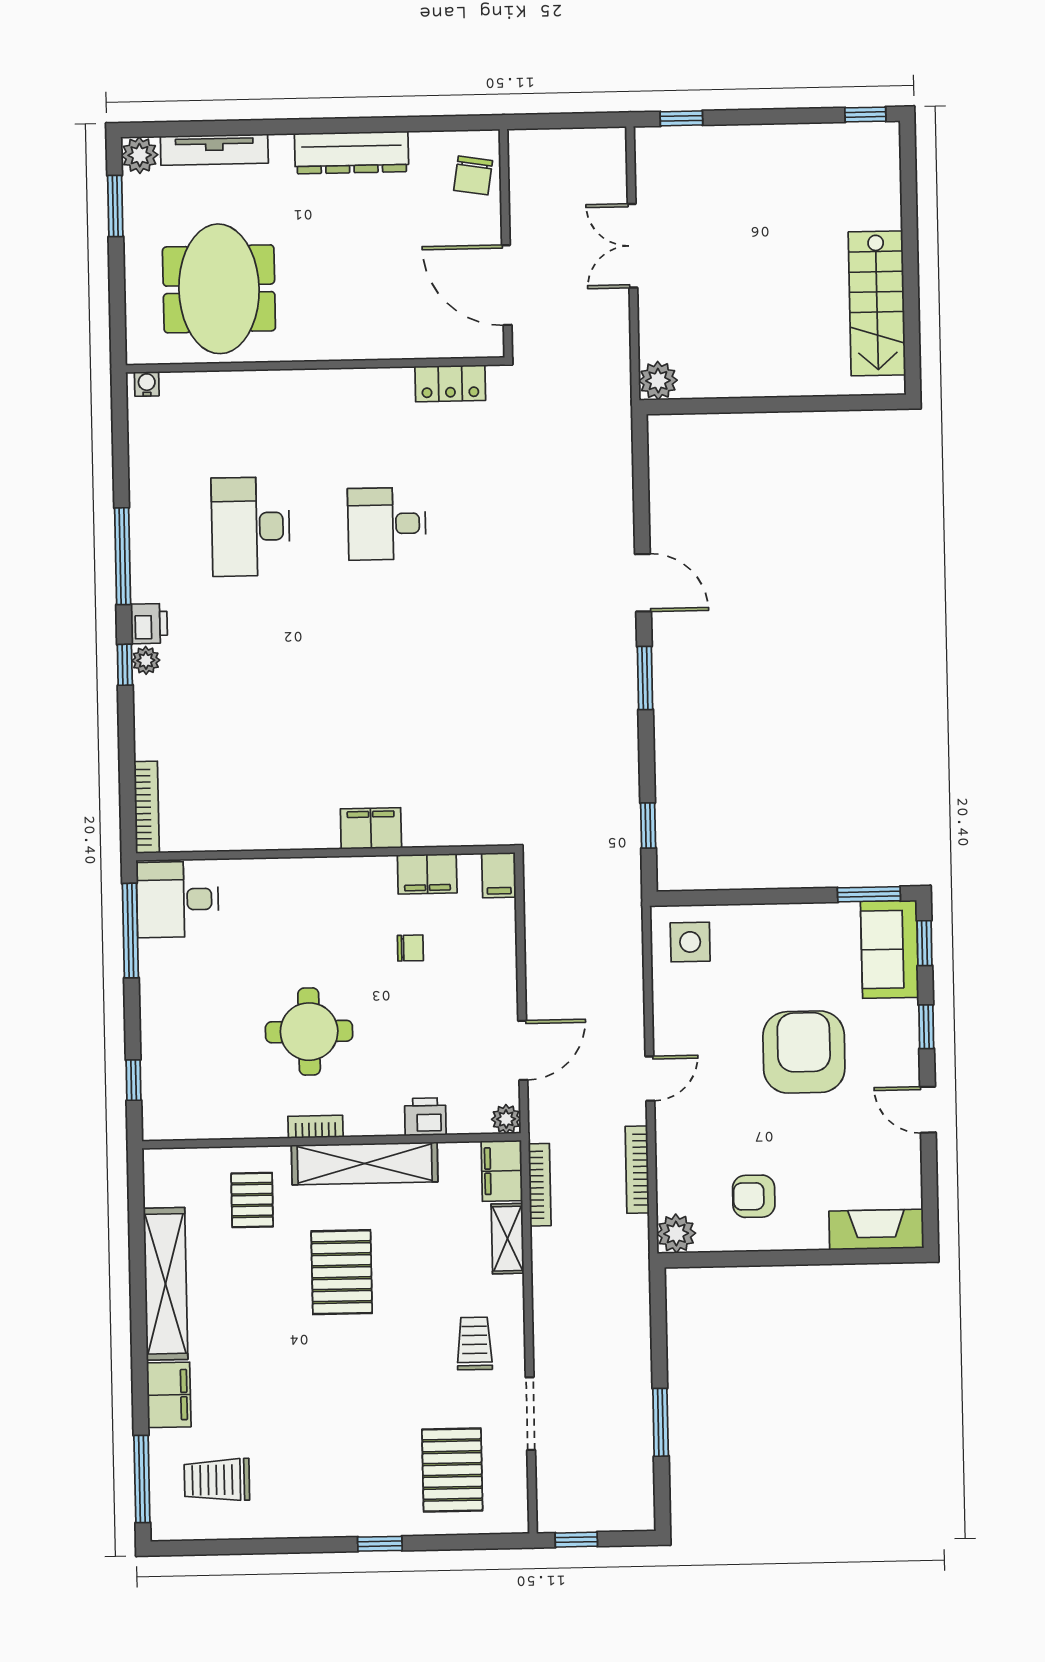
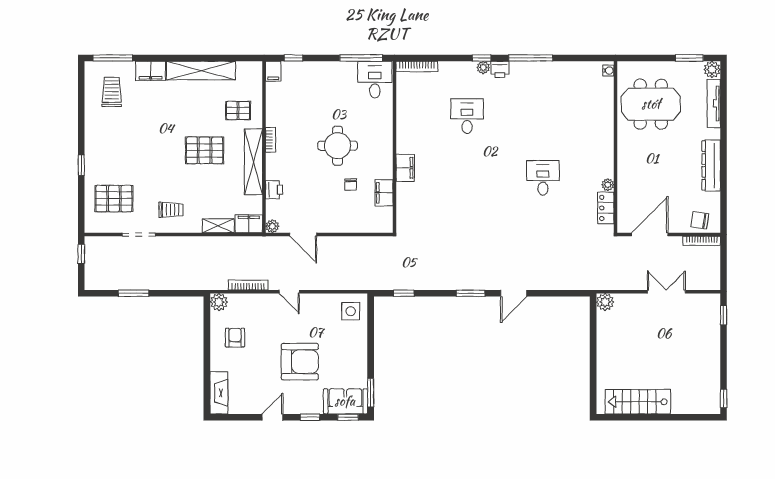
plant: (399, 380) -> (608, 185), added
desk: (250, 527) -> (467, 116), moved, width x0.73
filing cabinet: (499, 875) -> (273, 71), moved, turned -90
round table: (309, 1032) -> (338, 146), moved
bookcase: (540, 1185) -> (702, 241), moved

